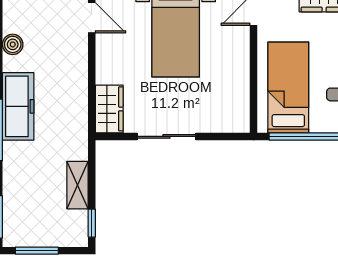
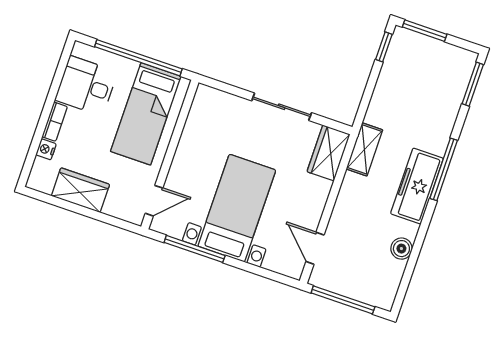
shelving: (78, 185) -> (364, 149), moved
window: (37, 251) -> (425, 31), moved

